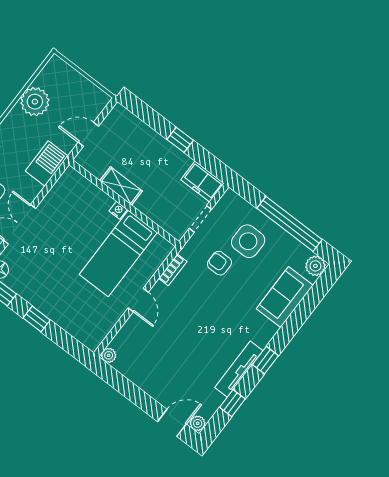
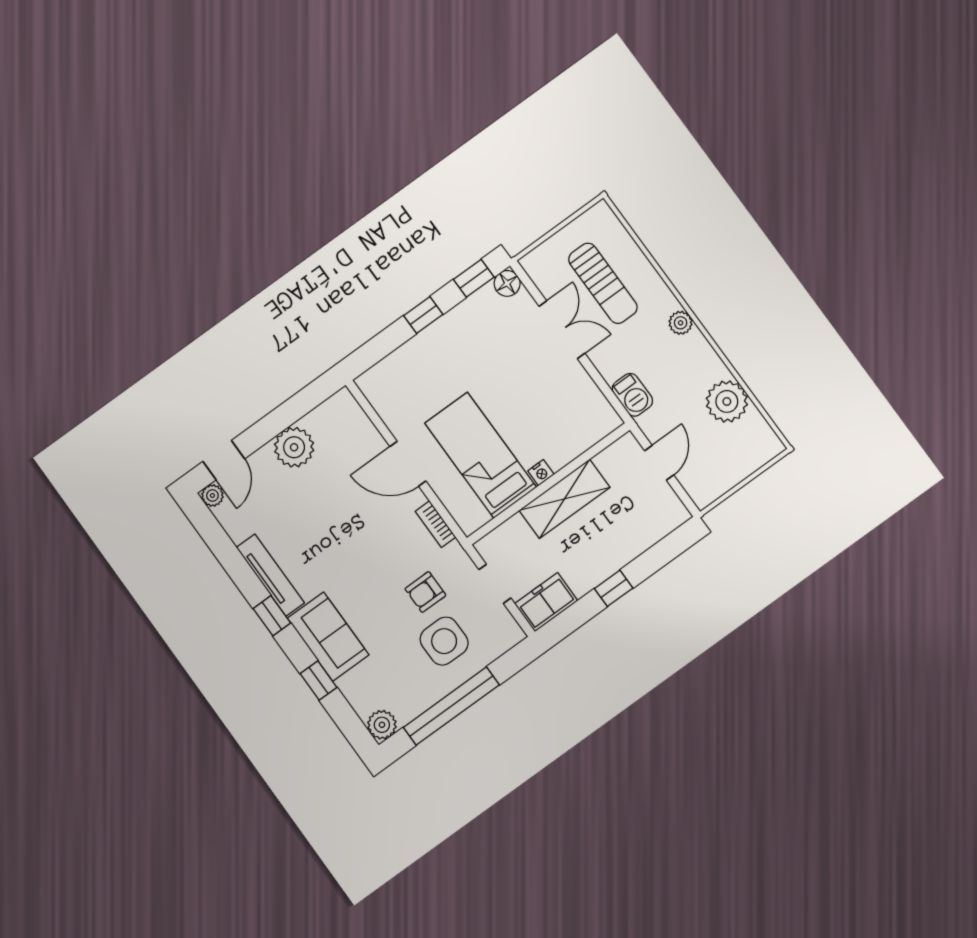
barbecue: (47, 163) -> (632, 395), width x0.73, depth x0.79
shelving: (121, 186) -> (564, 499), width x1.50, depth x1.33
armchair: (219, 263) -> (425, 592), turned 180
sofa: (285, 297) -> (328, 637), moved
door: (138, 300) -> (408, 464), width x1.38
plant: (109, 355) -> (294, 447), moved, width x1.87, depth x1.87
window: (232, 403) -> (319, 680), moved

